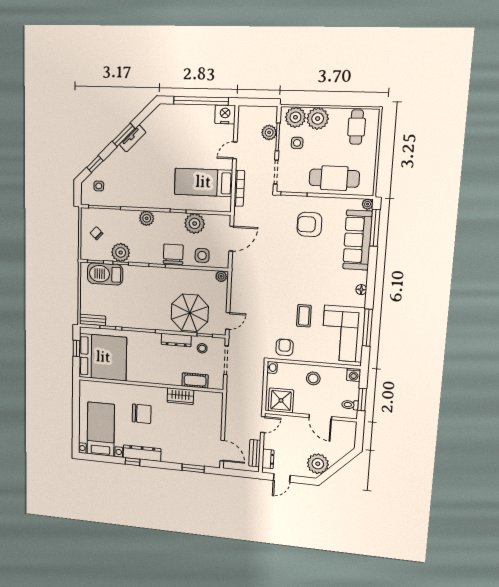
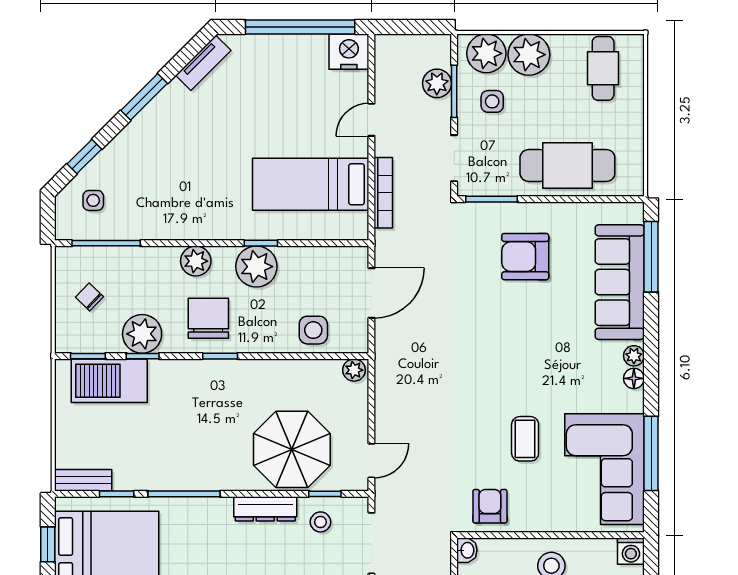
tv unit: (133, 138) -> (203, 63), moved
plant: (368, 204) -> (634, 356), moved
plant: (195, 223) -> (256, 267), moved
chair: (173, 254) -> (208, 318), moved

